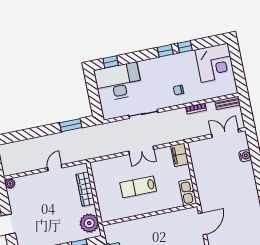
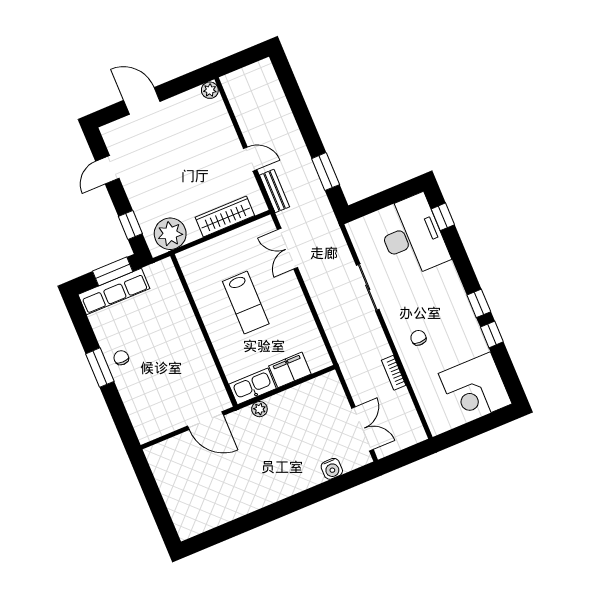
bench: (228, 103) -> (274, 191), moved
double door: (141, 150) -> (287, 249), moved
filing cabinet: (180, 155) -> (290, 370), moved
lab bench: (138, 187) -> (246, 303), turned 180
plant: (202, 191) -> (259, 409), added

